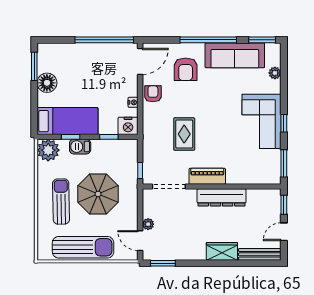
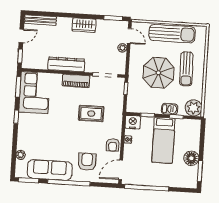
bed: (68, 121) -> (163, 140), moved, turned -90
corner sofa: (262, 121) -> (35, 93), moved
rug: (184, 134) -> (91, 113), turned 90
sun lounger: (83, 247) -> (172, 34), turned 180
wardrobe: (222, 251) -> (84, 25), moved

